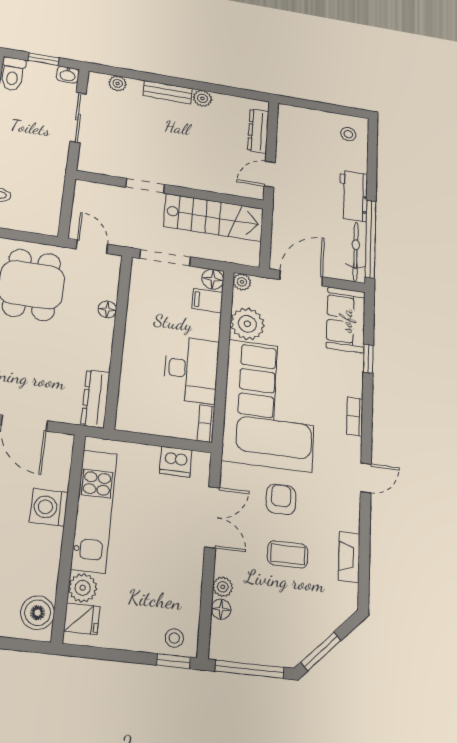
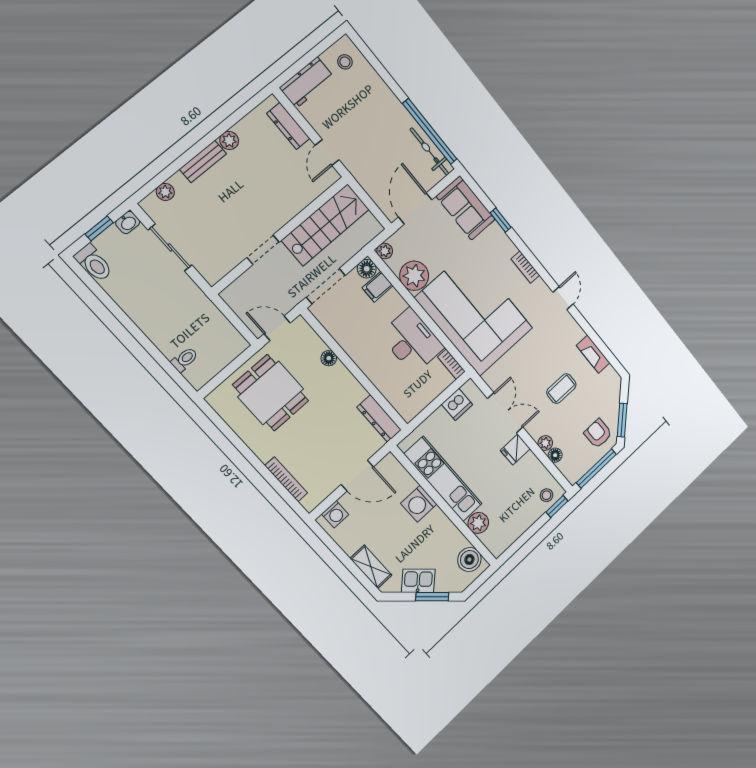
workbench: (353, 196) -> (307, 83), moved, turned -90
armchair: (281, 499) -> (598, 433), moved
fridge: (82, 619) -> (515, 450), moved, turned 180

